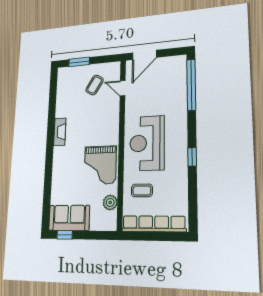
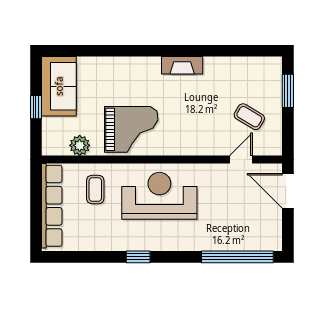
grand piano: (100, 165) -> (131, 129), turned 180
window: (65, 235) -> (36, 107), moved

